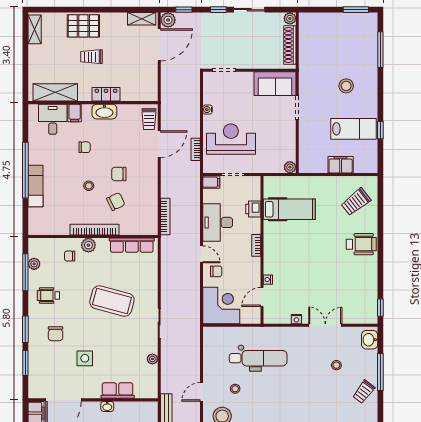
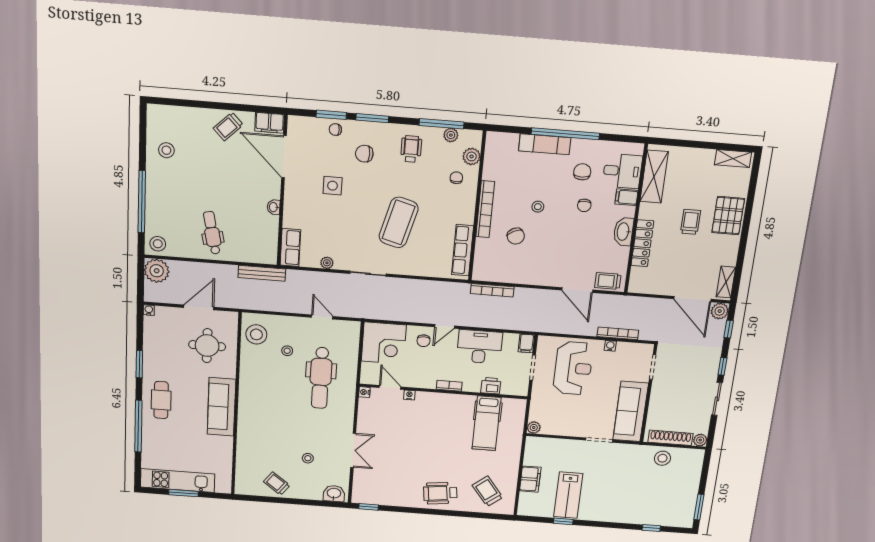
window: (380, 50) -> (651, 528), width x0.46
sofa: (275, 84) -> (631, 411), width x1.36
stool: (346, 86) -> (662, 458), moved
locker: (106, 94) -> (642, 243), width x1.53
bookcase: (196, 149) -> (618, 333), moved, width x1.56
chair: (119, 174) -> (582, 172), moved
wheelchair: (361, 244) -> (440, 493), turned 83
plant: (88, 245) -> (472, 156), moved
nightstand: (296, 319) -> (364, 392), moved
chair: (37, 359) -> (335, 130), added
window: (380, 372) -> (298, 502), removed
row of seats: (118, 391) -> (290, 247), moved
door: (201, 392) -> (322, 317), moved

